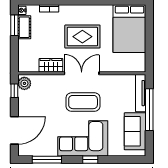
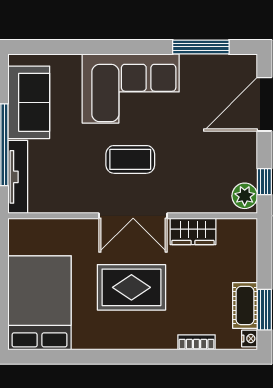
coffee table: (83, 102) -> (130, 159), width x0.73, depth x0.76
window: (90, 160) -> (116, 47), removed

